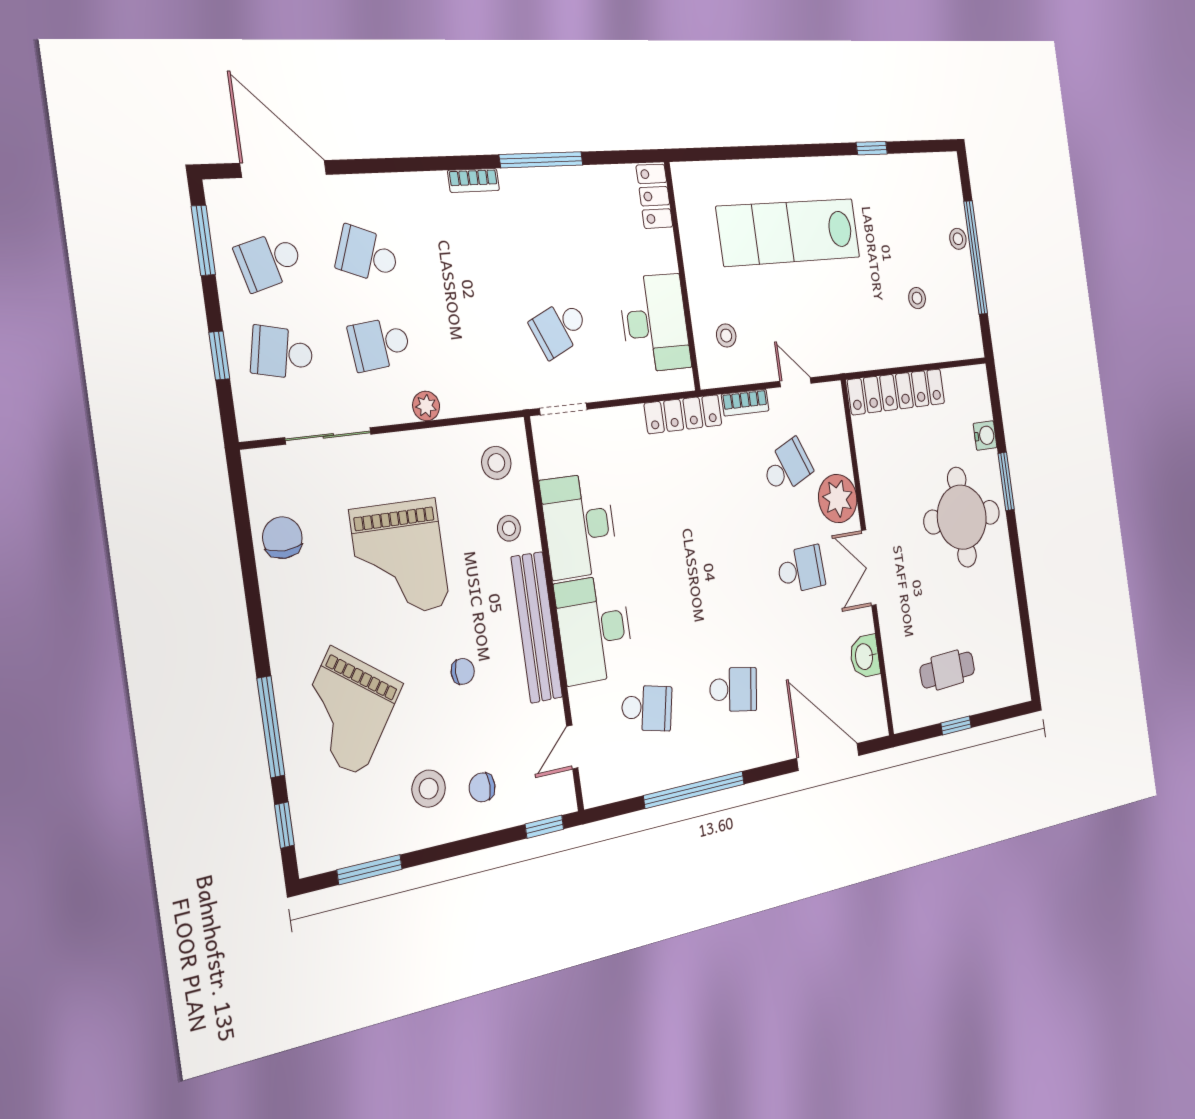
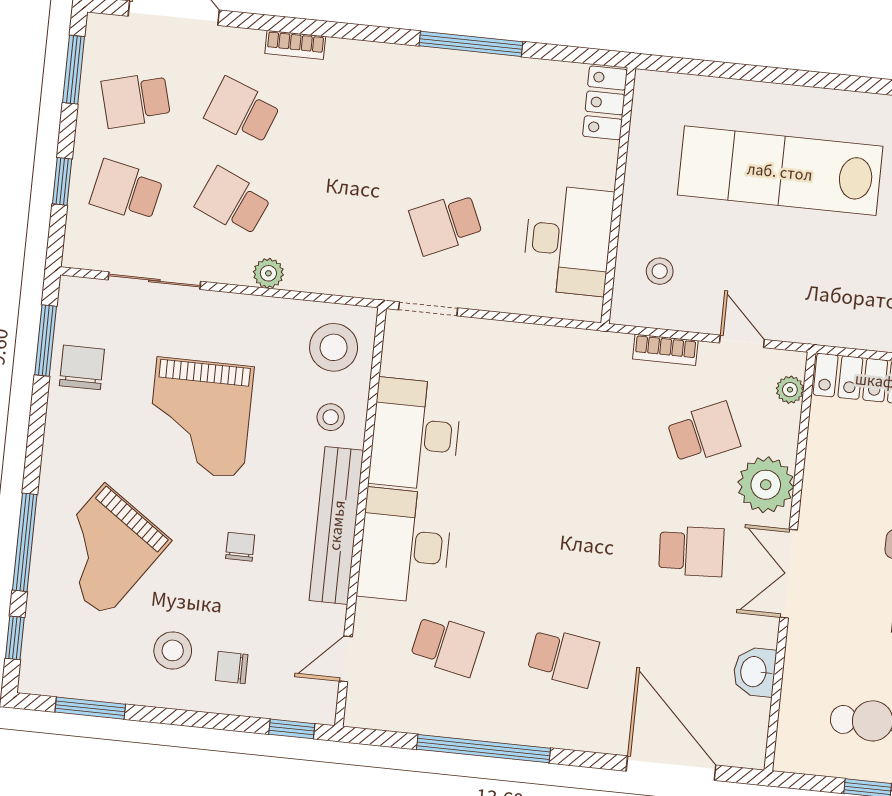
bookcase: (474, 180) -> (295, 45), moved
school desk: (380, 344) -> (233, 202), turned 30
locker: (683, 414) -> (579, 346), removed
plant: (836, 415) -> (790, 390), added
stool: (496, 463) -> (334, 347), width x1.38, depth x1.38
window: (242, 519) -> (46, 341), added
chair: (463, 671) -> (240, 547), turned -90

